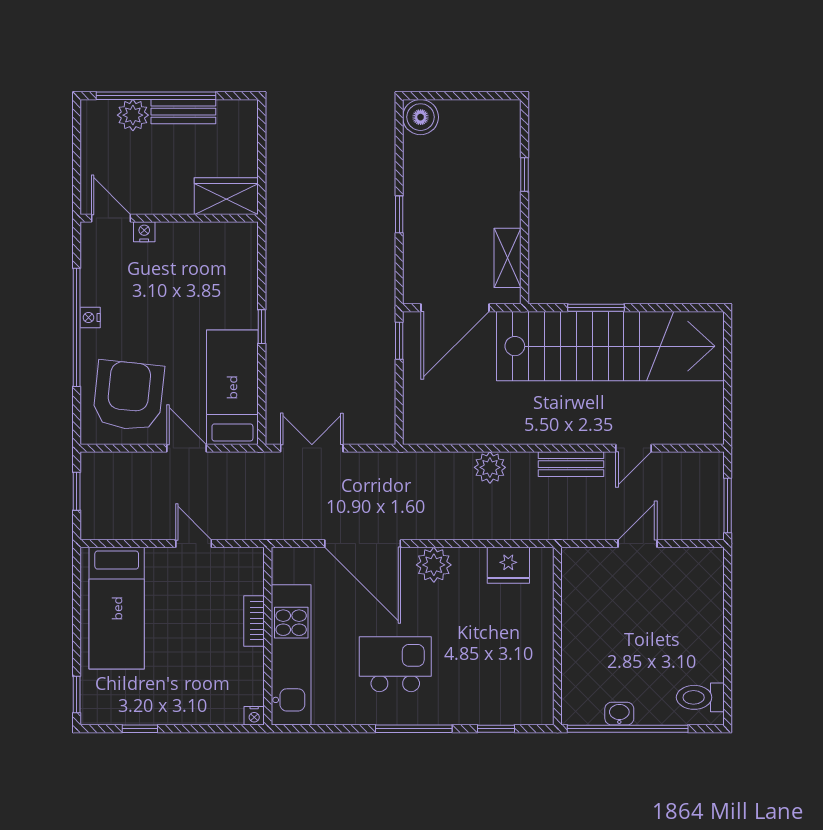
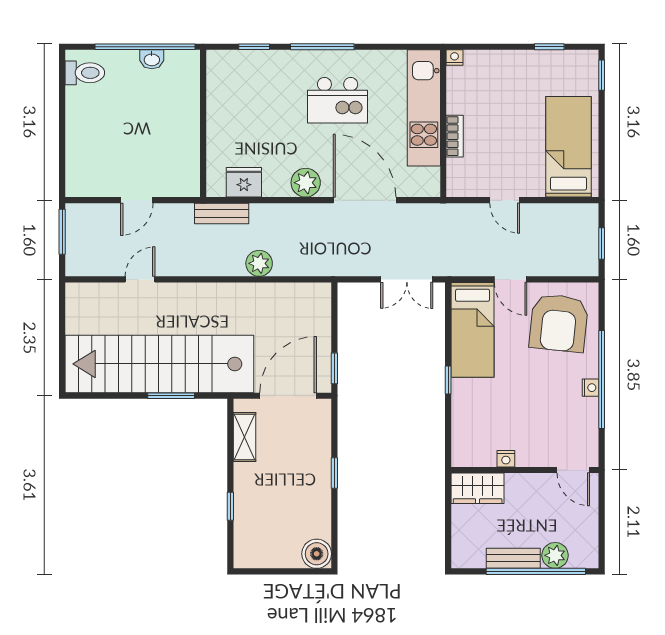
nightstand: (144, 232) -> (506, 459), moved
bench: (571, 464) -> (222, 213), moved

